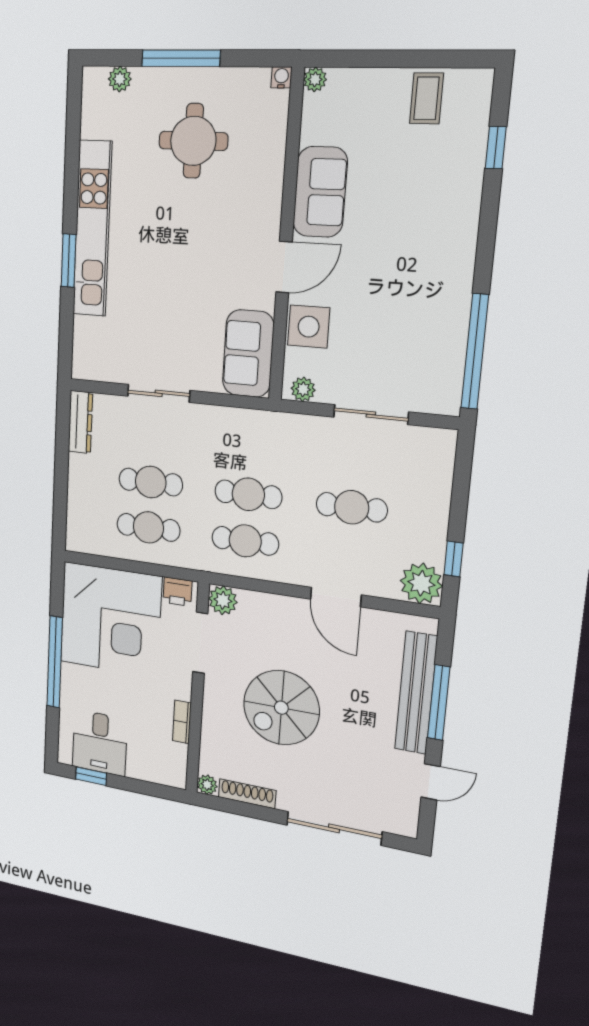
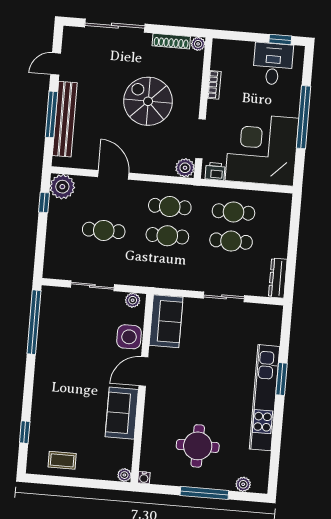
coffee table: (426, 98) -> (62, 460), turned 90
spiral stairs: (281, 708) -> (148, 101), turned -90

